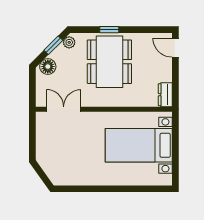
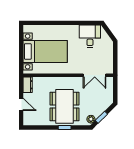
door: (175, 48) -> (21, 104), moved
floor lamp: (48, 67) -> (105, 103), removed
desk: (71, 168) -> (90, 36), added

